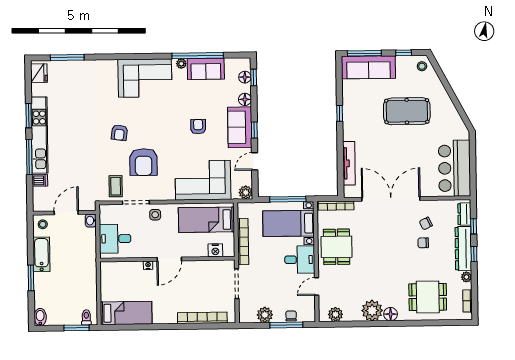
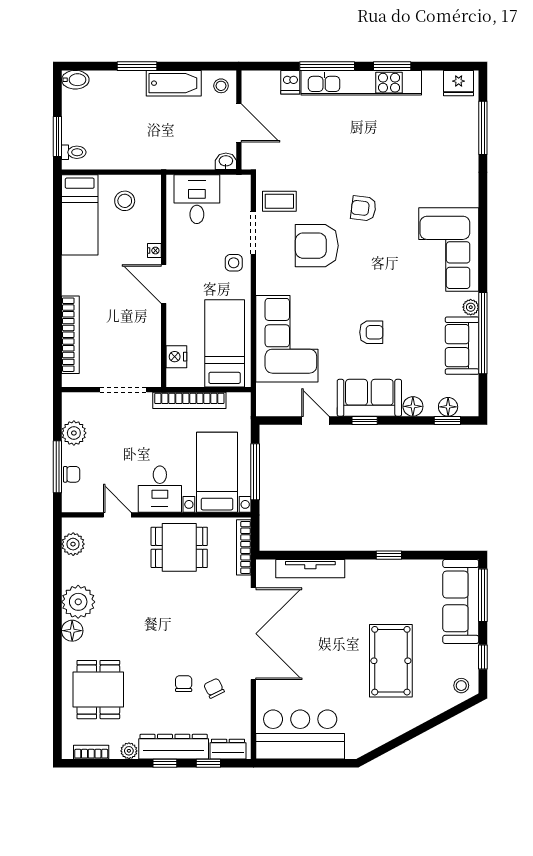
plant: (246, 192) -> (267, 406), removed
stool: (117, 285) -> (125, 201), added

